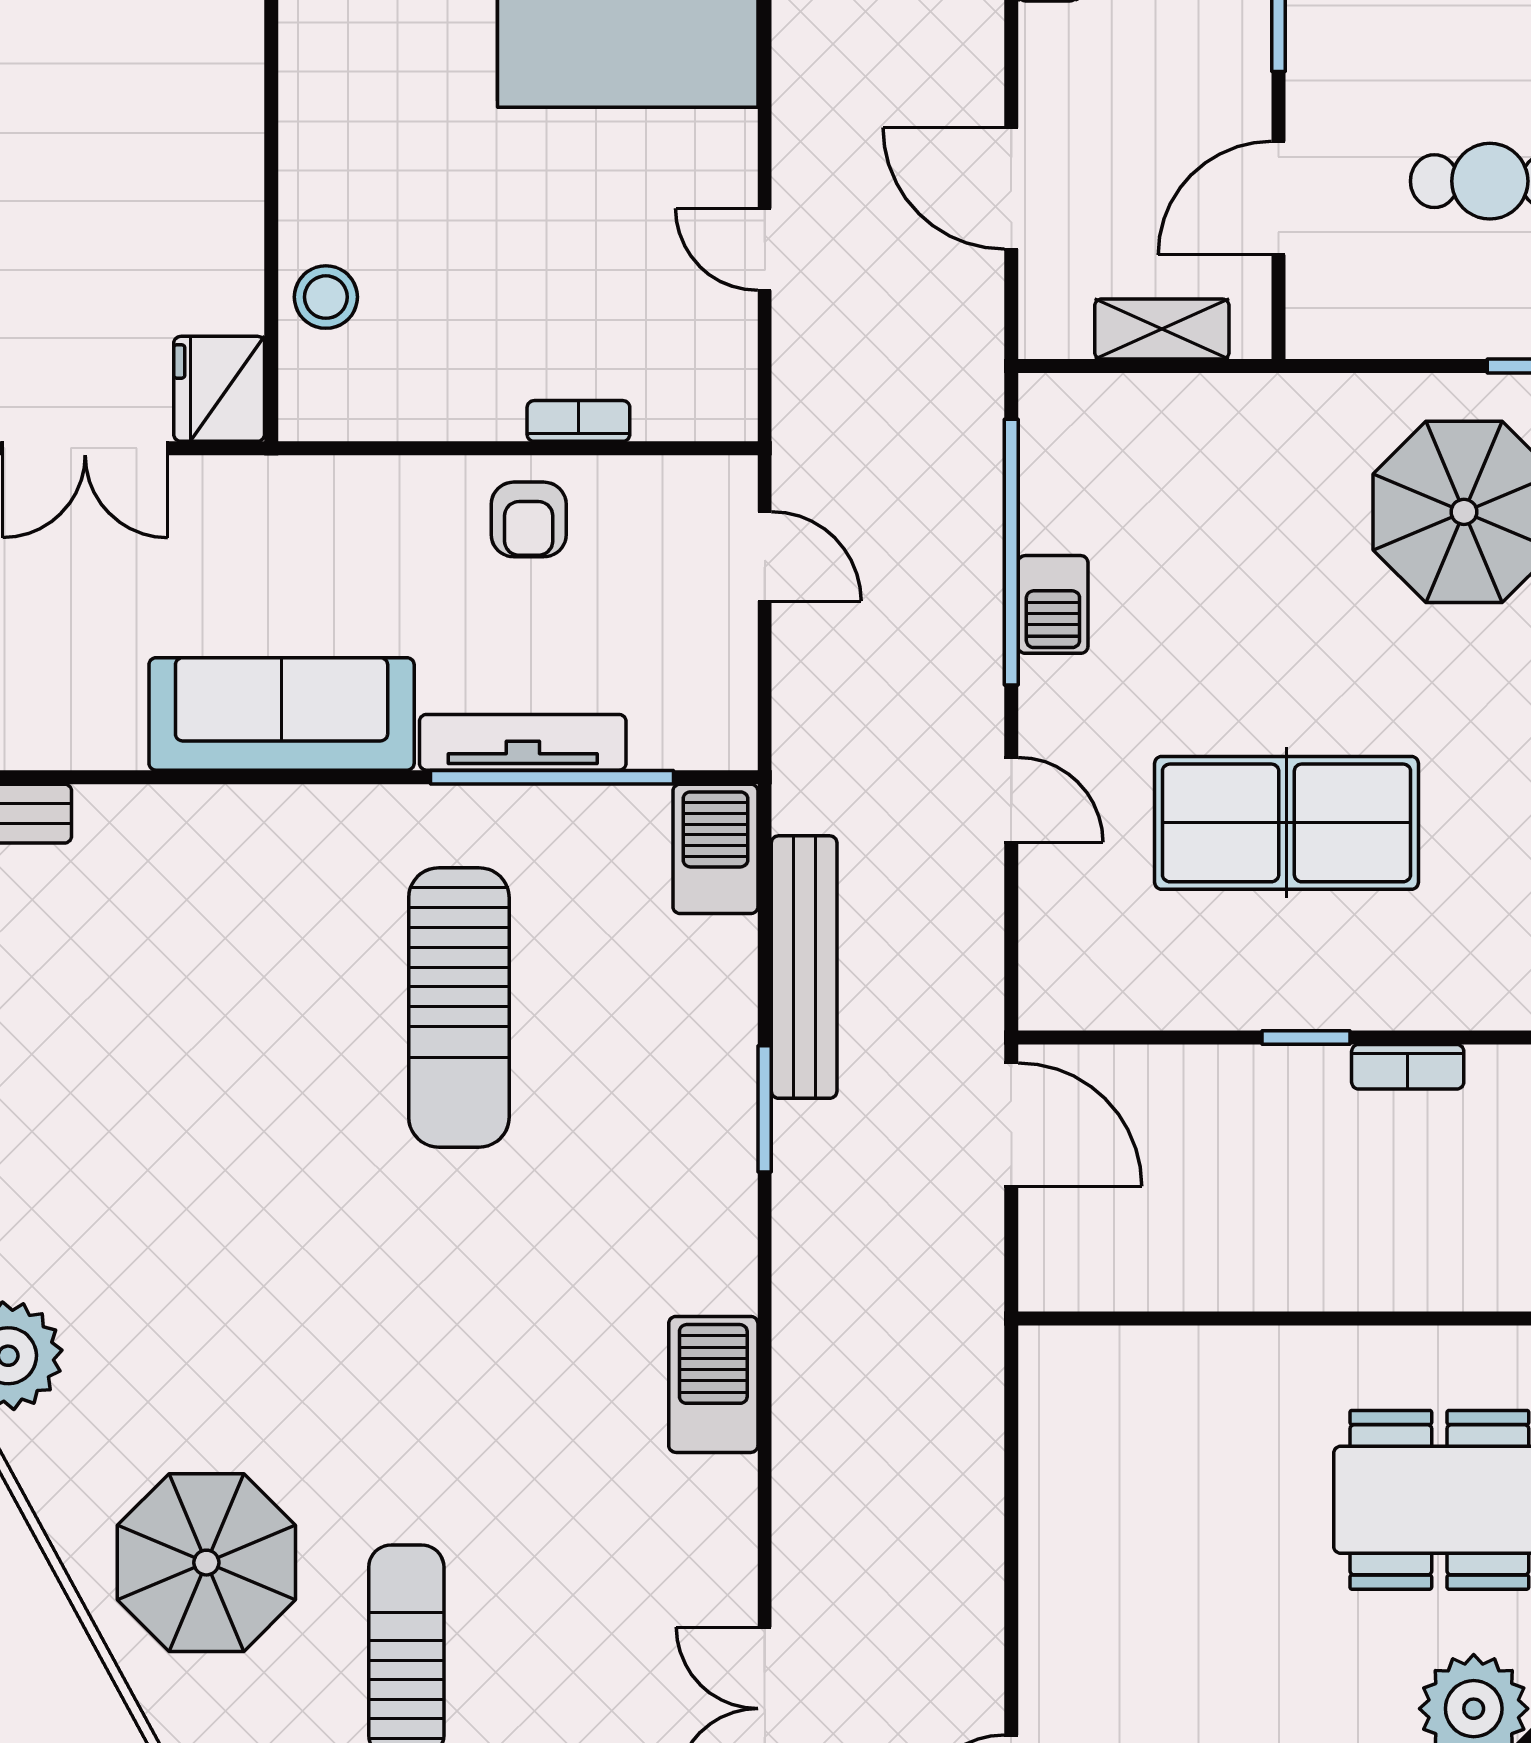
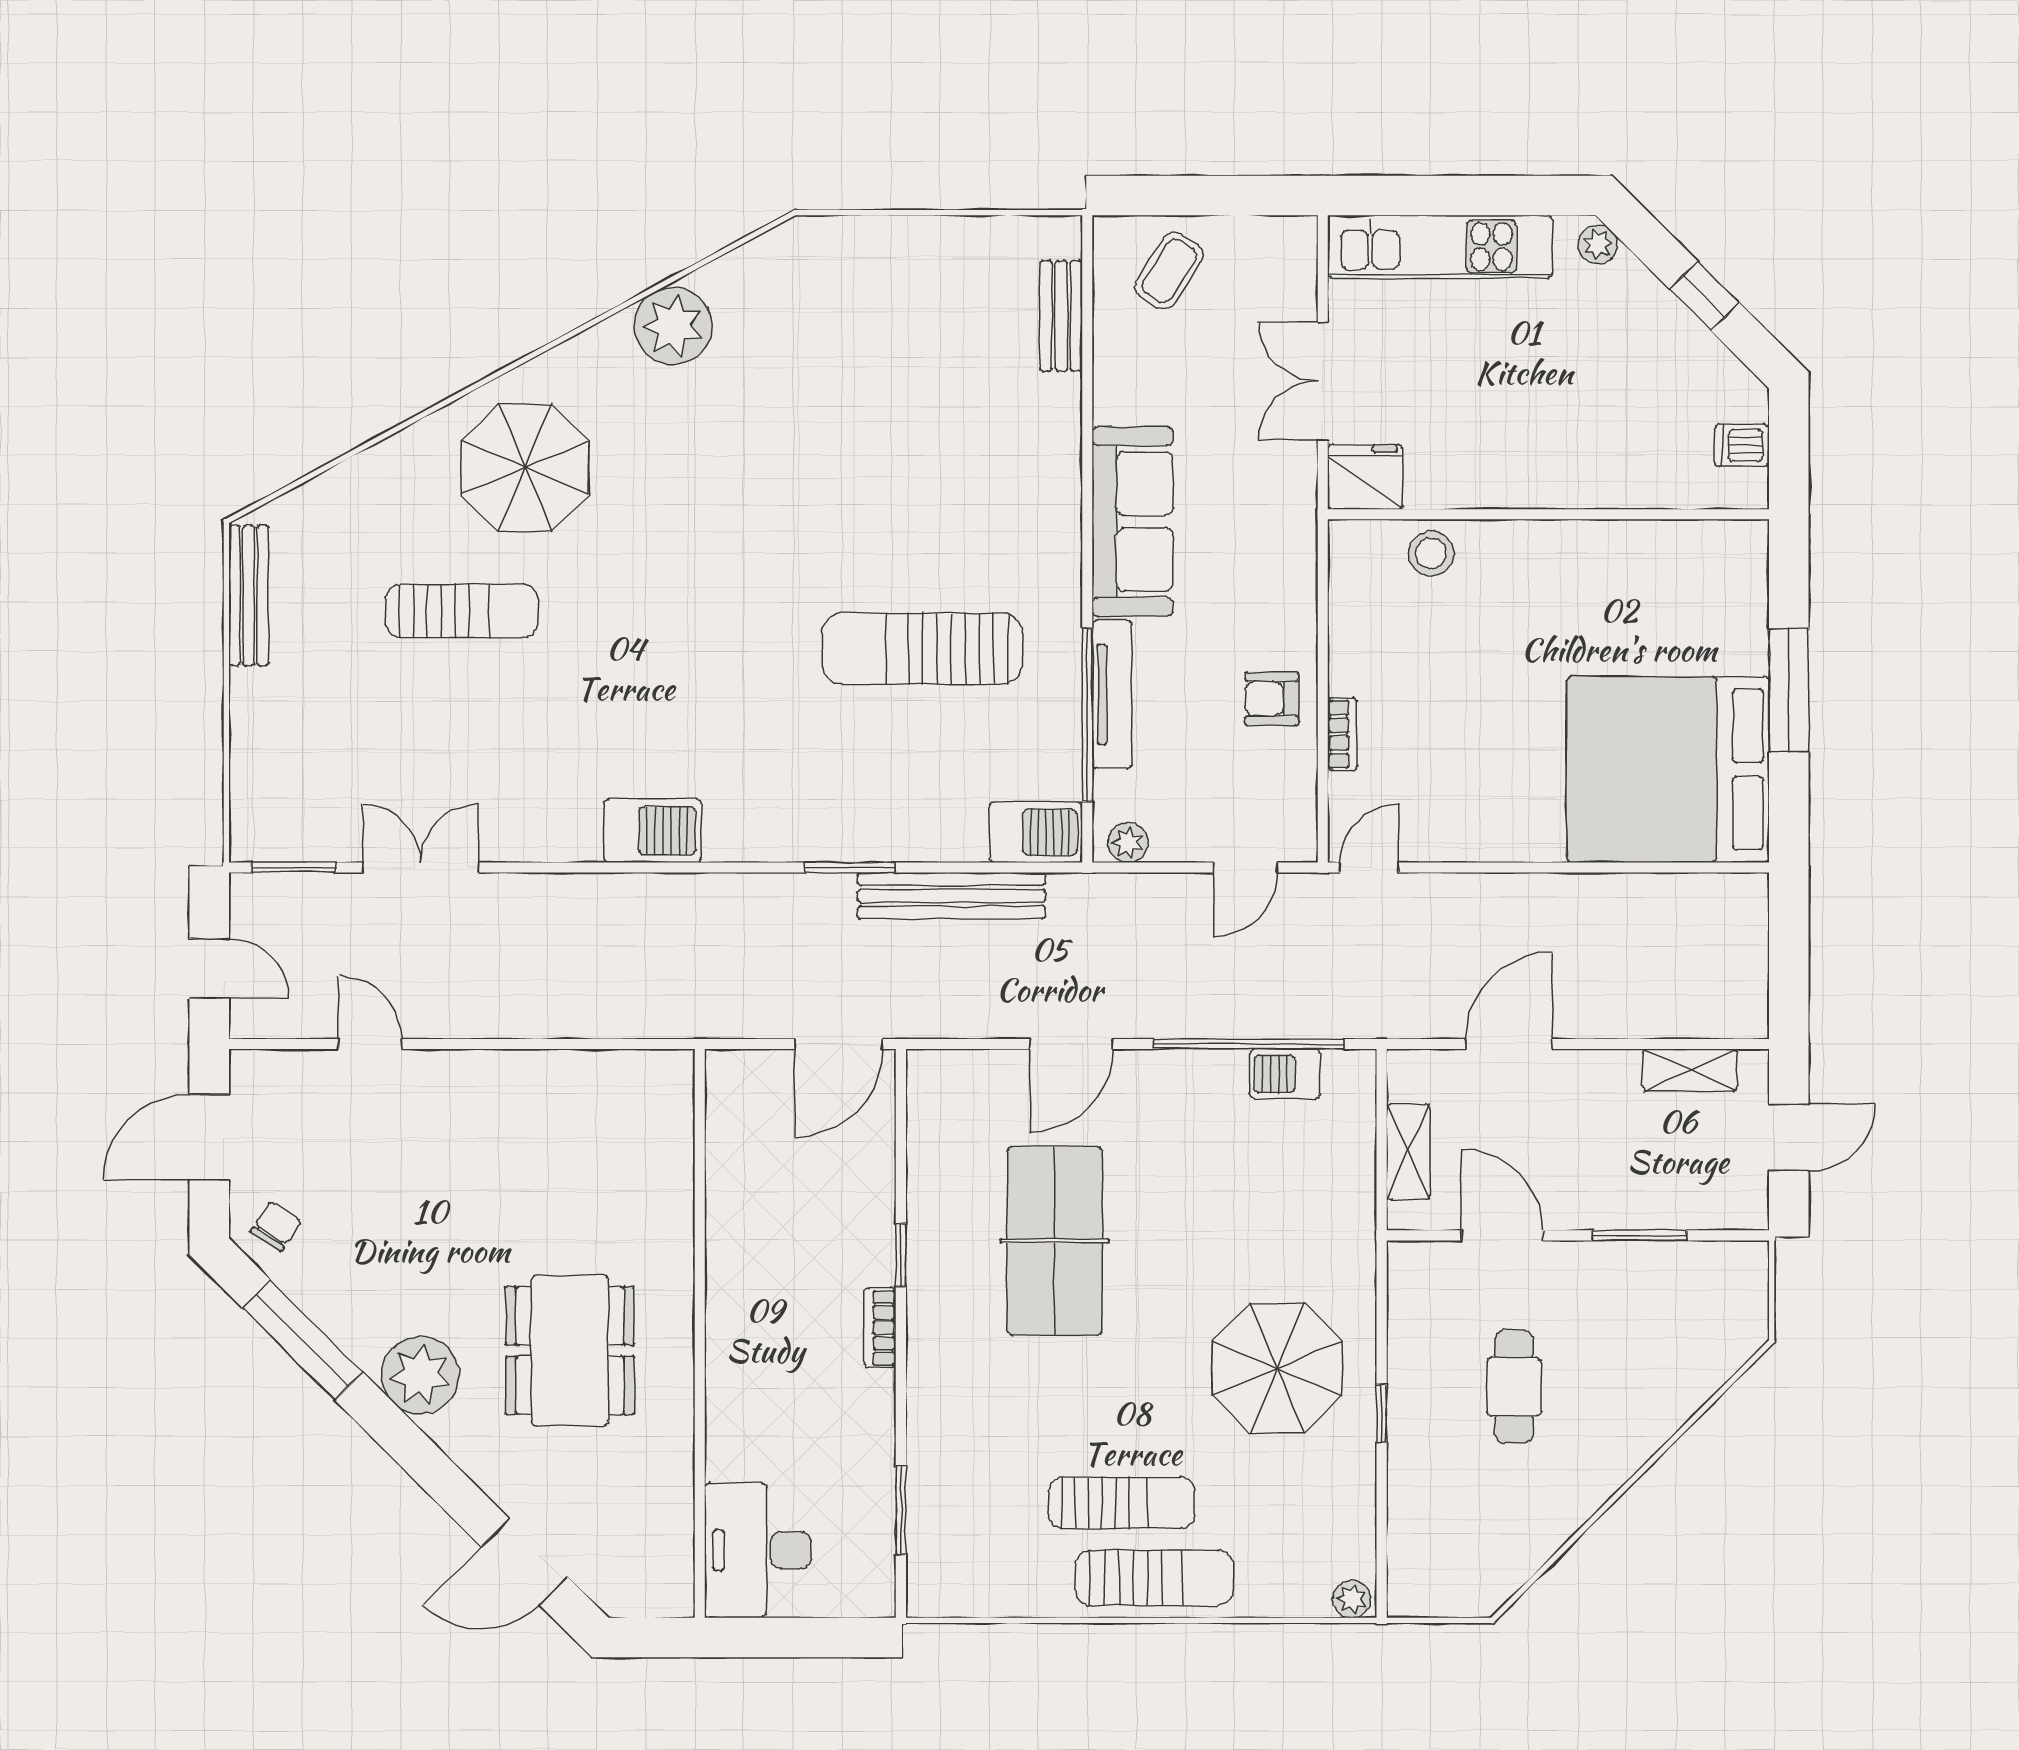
door: (765, 249) -> (1369, 867), moved
barbecue: (1053, 604) -> (1285, 1074), moved
plant: (730, 720) -> (1128, 843), added
door: (1011, 800) -> (1071, 1044), width x1.38

